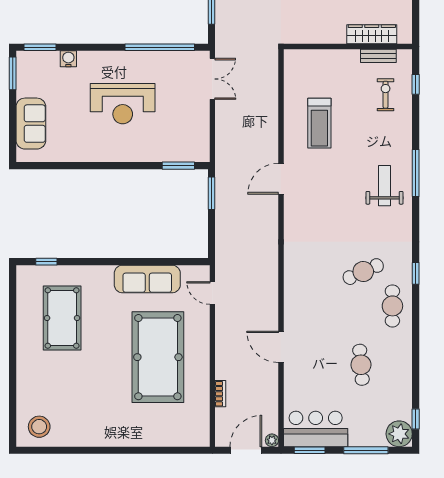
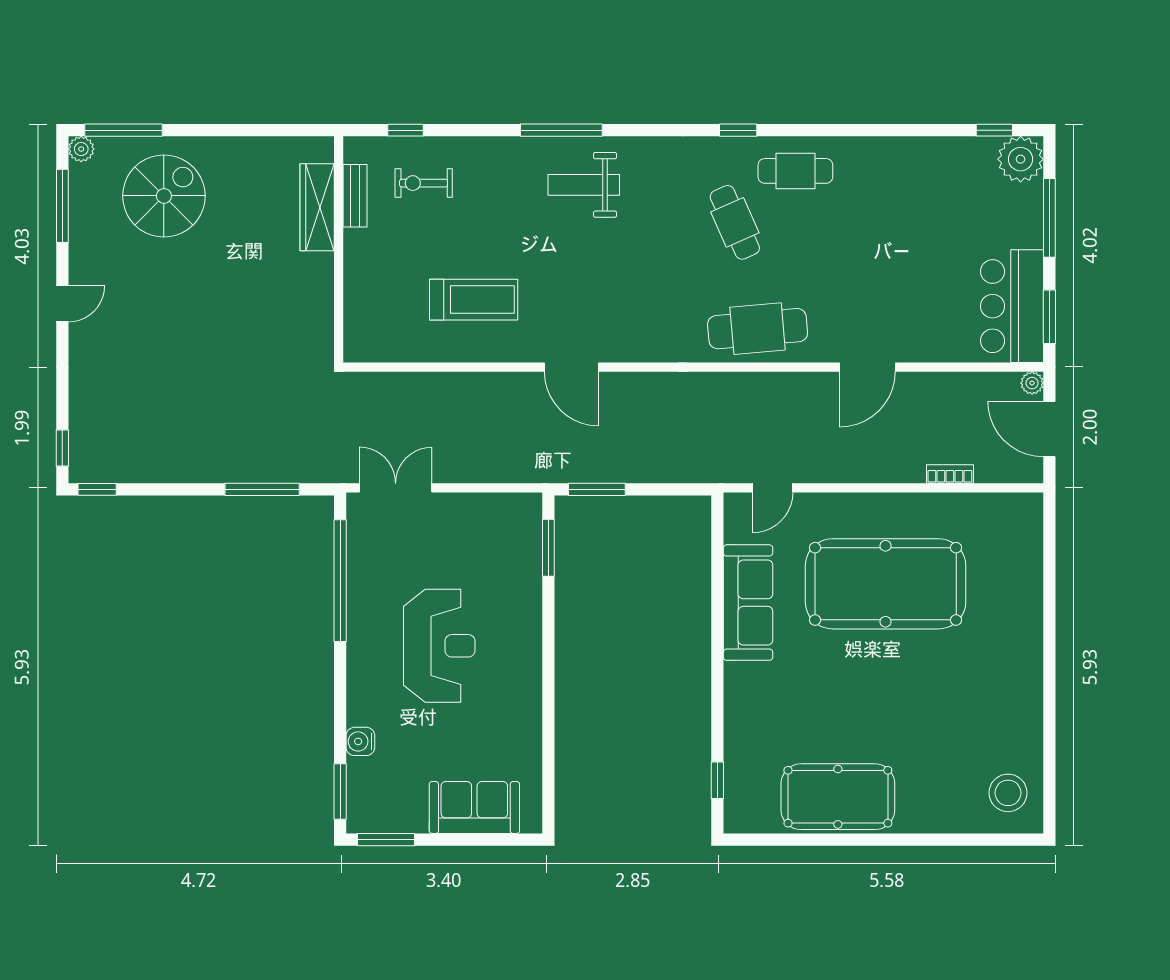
pool table: (62, 318) -> (838, 797), moved
cafe table: (361, 365) -> (758, 329), moved, width x1.37, depth x1.35

